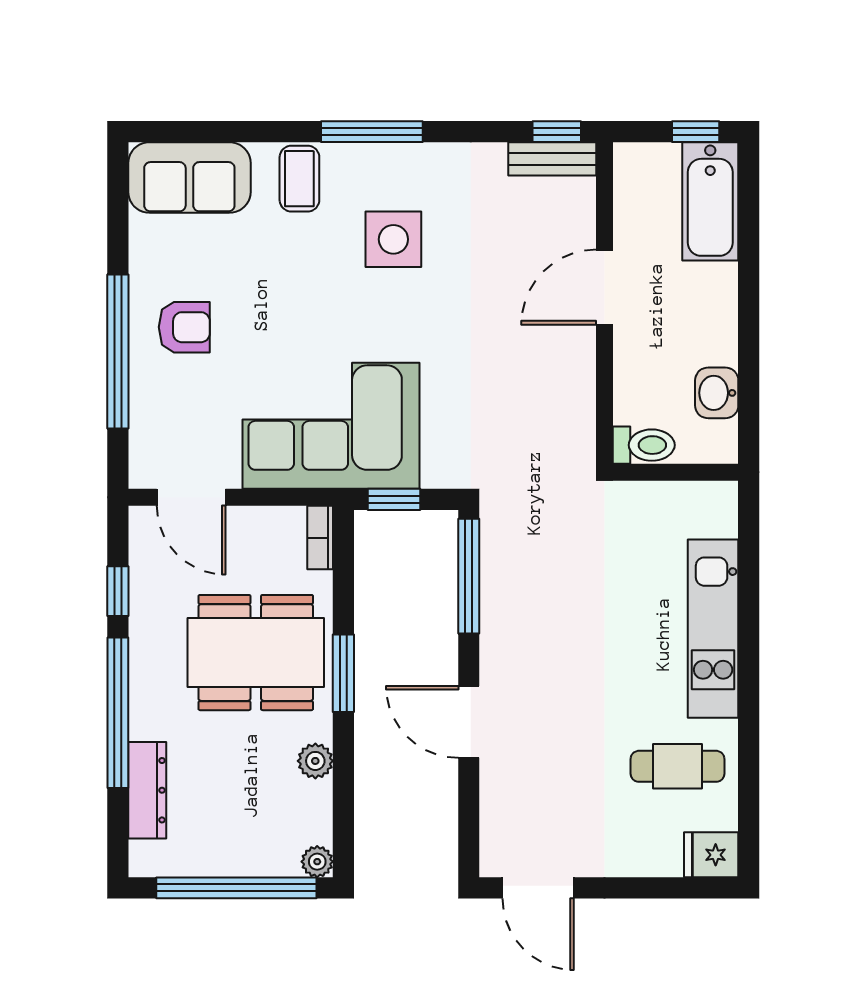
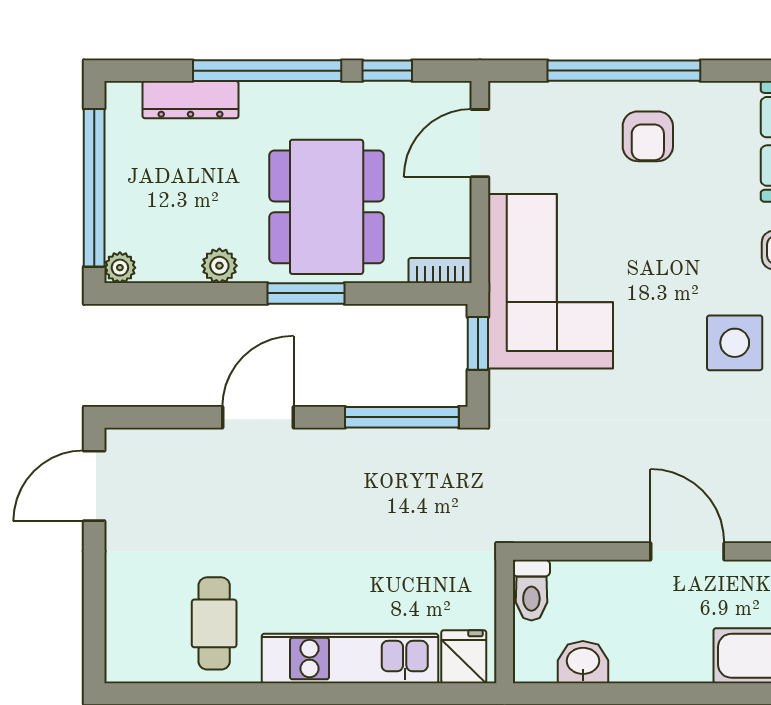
fridge: (711, 855) -> (464, 657), moved

